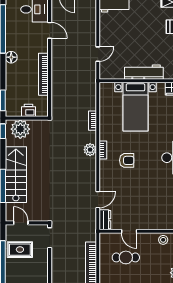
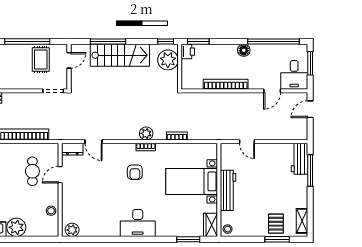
printer: (29, 110) -> (188, 52), moved

